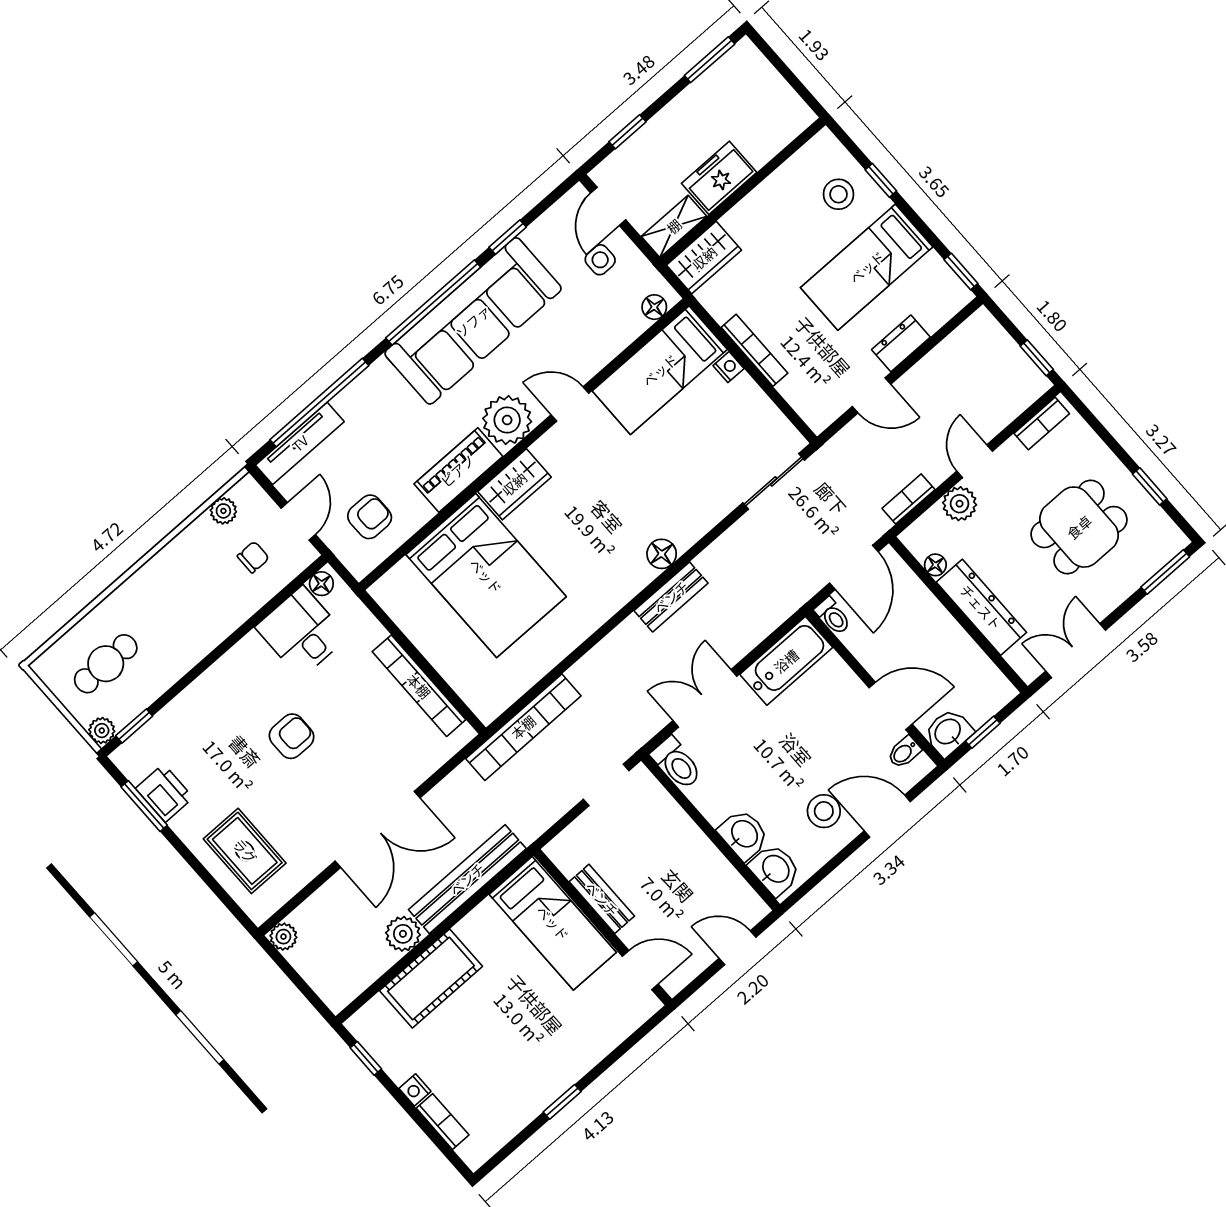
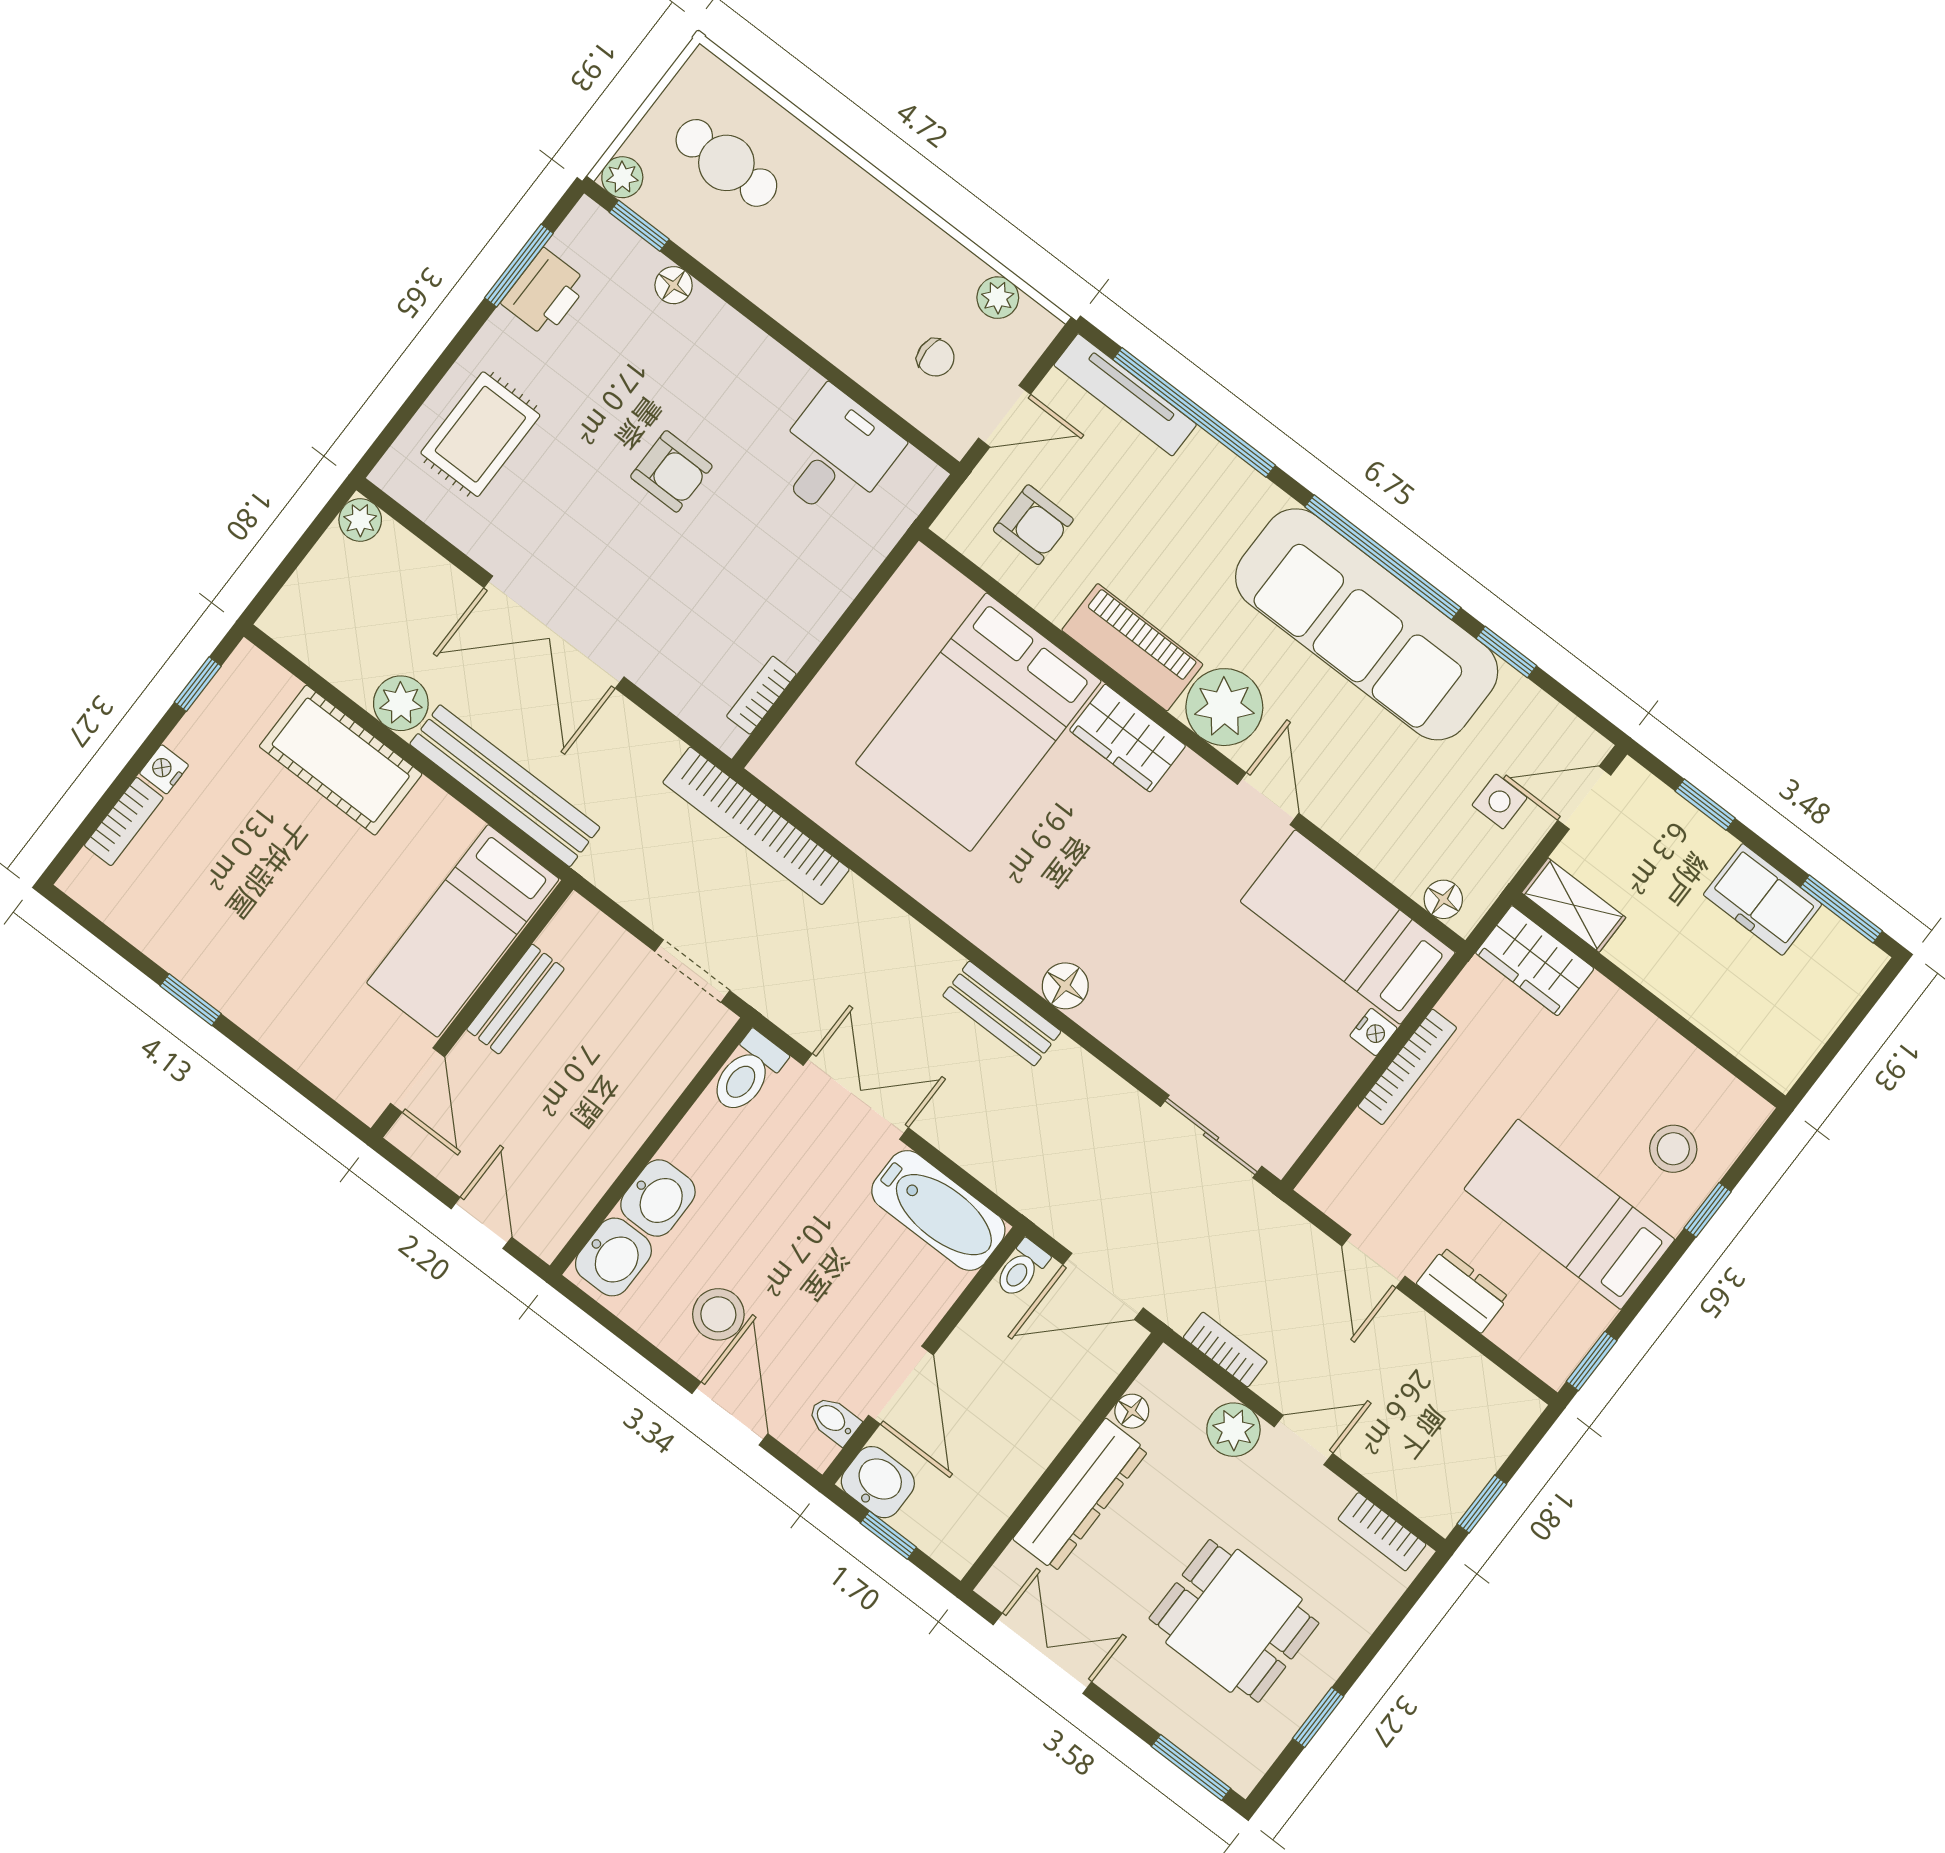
freezer: (719, 178) -> (1763, 899), moved, turned 180
floor lamp: (321, 584) -> (674, 285), moved
bookcase: (419, 686) -> (761, 695), width x0.43, depth x0.76

